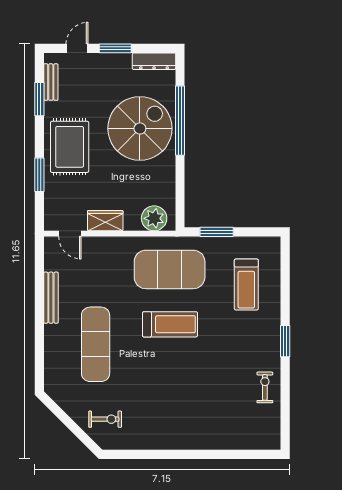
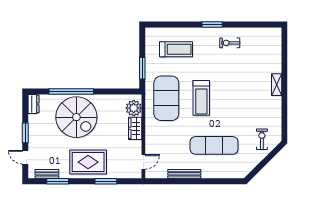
dresser: (154, 61) -> (33, 104), width x0.70
spiral stairs: (140, 128) -> (76, 117), turned 180
wardrobe: (105, 221) -> (135, 128), moved
treadmill: (170, 324) -> (201, 98), turned 180
exercise bike: (265, 387) -> (230, 43), moved
shelving: (191, 442) -> (277, 85), added

